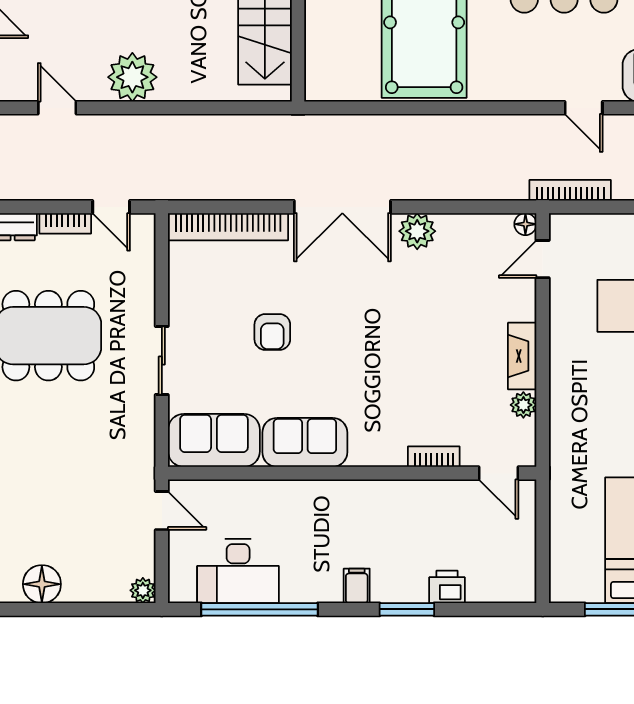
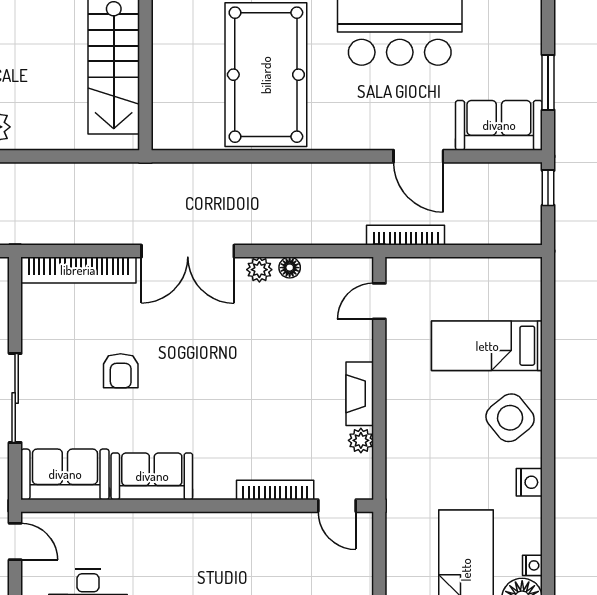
door: (584, 108) -> (418, 156), width x1.38
floor lamp: (525, 224) -> (290, 268), moved
plant: (417, 231) -> (259, 270), width x0.73, depth x0.73
sliding door: (162, 360) -> (15, 398), width x1.37
bookcase: (434, 457) -> (275, 490), width x1.56

